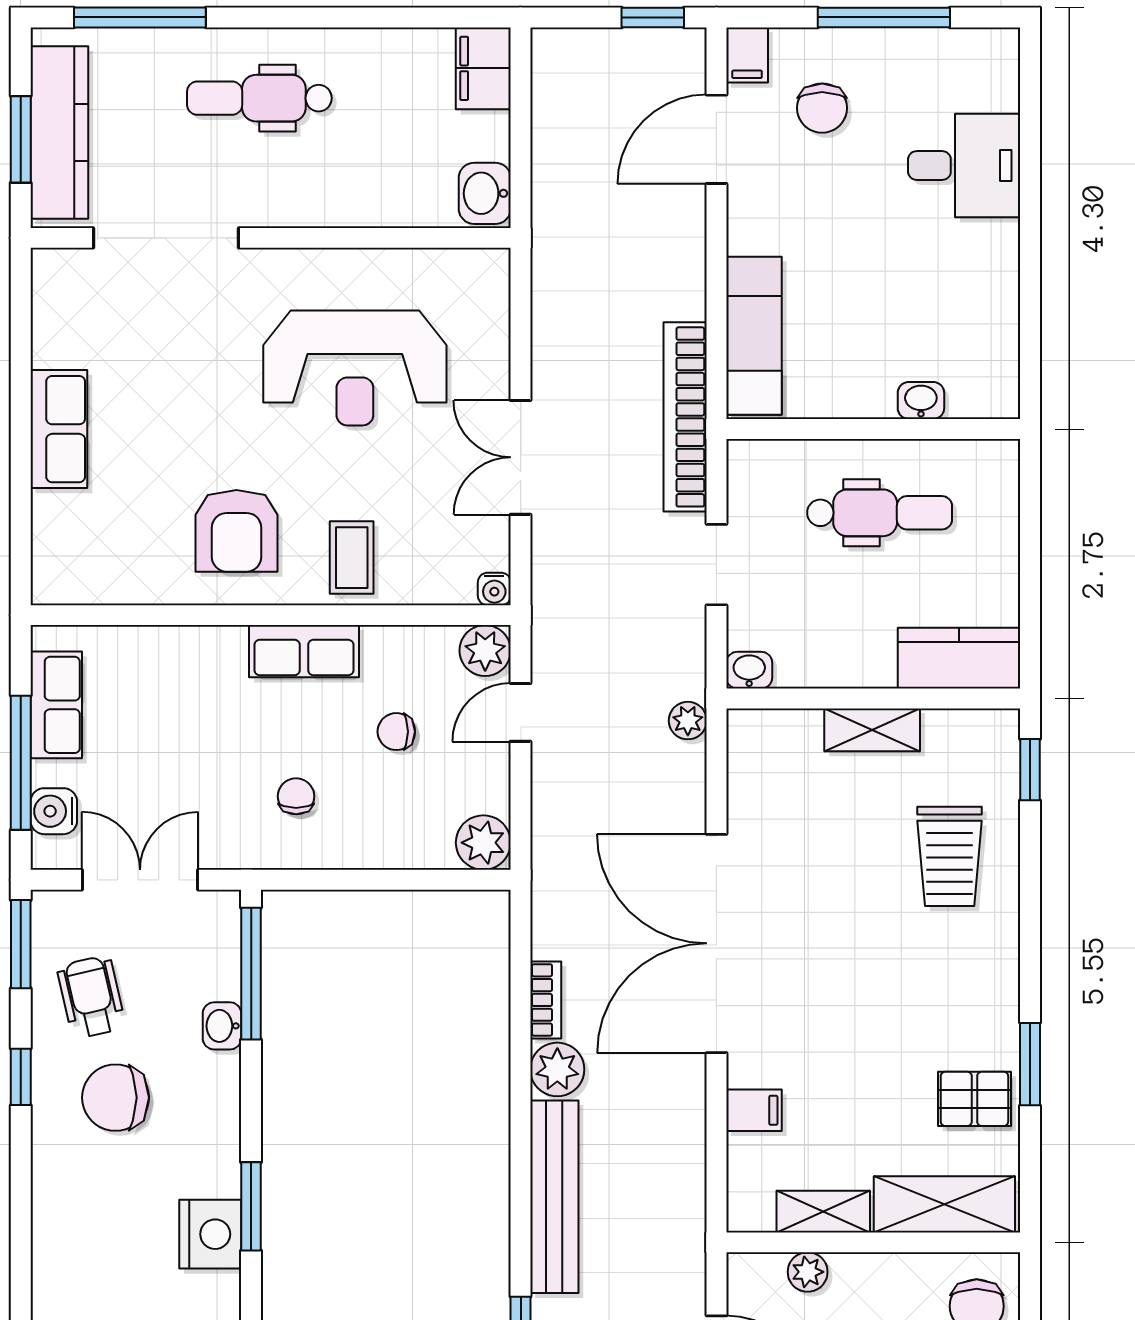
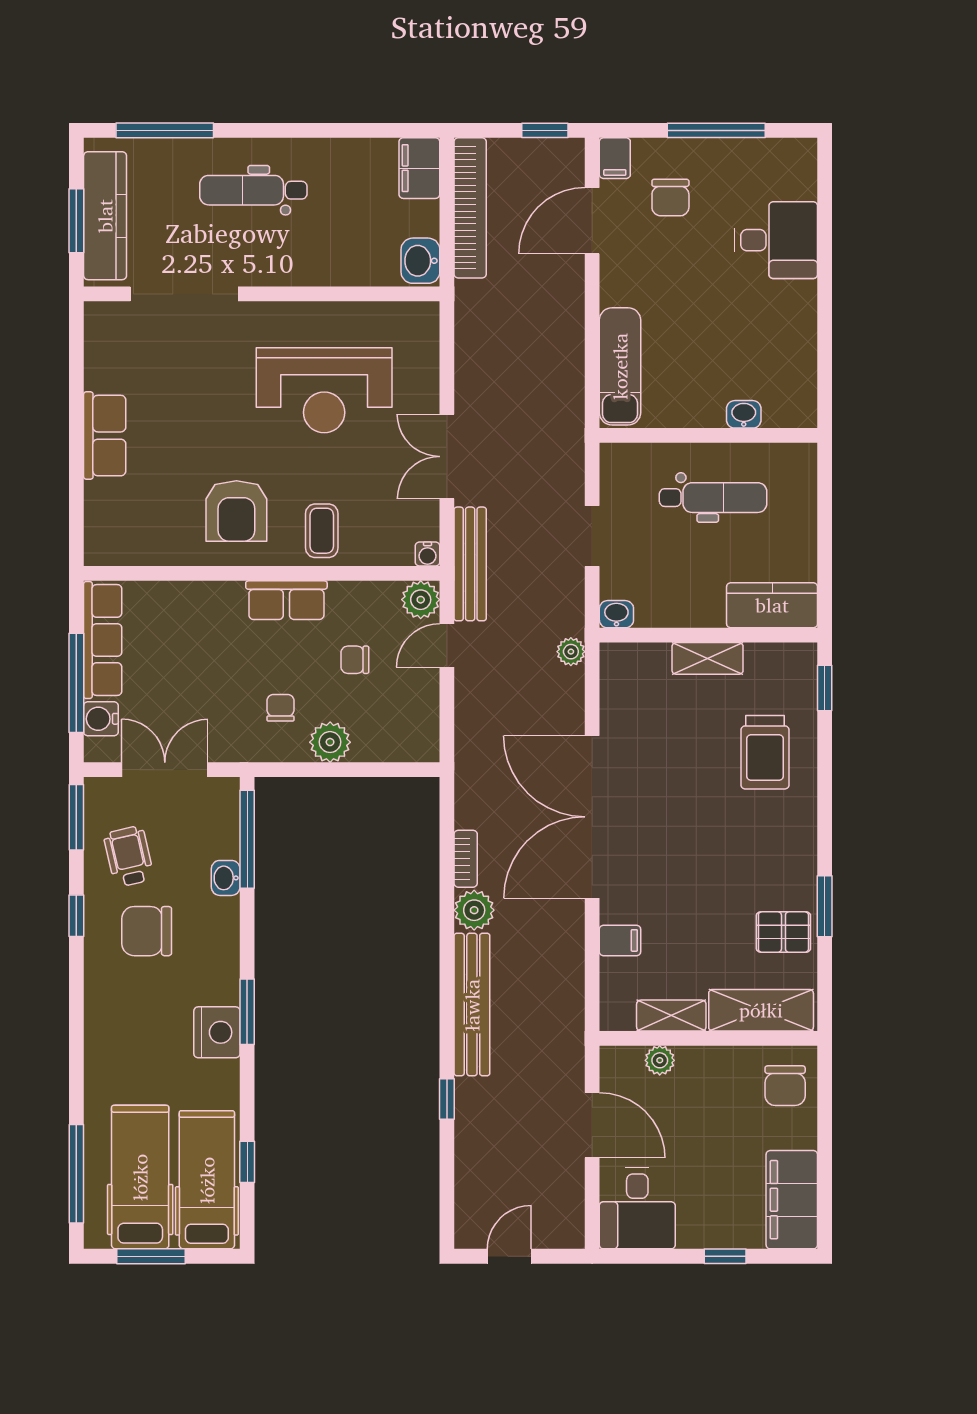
bookcase: (685, 417) -> (470, 208), moved, turned 180
bench: (552, 602) -> (470, 564), added
row of seats: (56, 705) -> (103, 640), width x1.48
plant: (483, 843) -> (330, 742), moved

